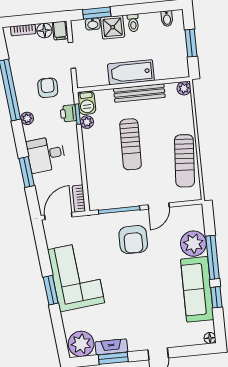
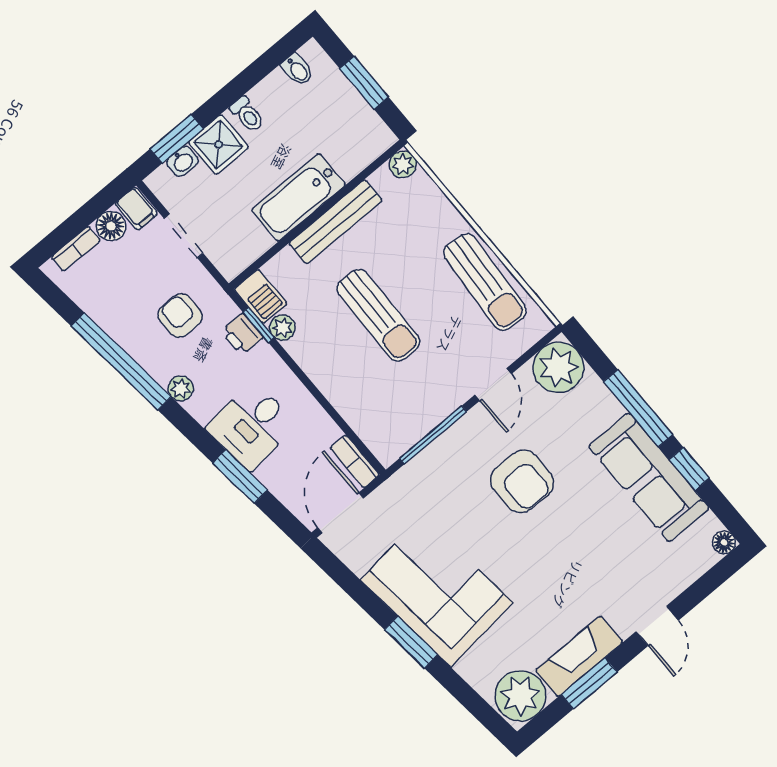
armchair: (133, 240) -> (522, 481), moved
plant: (193, 244) -> (558, 367), moved
fireplace: (111, 347) -> (579, 656), width x1.37, depth x1.32

